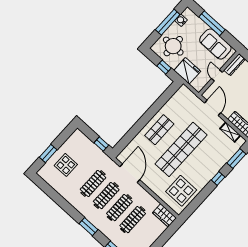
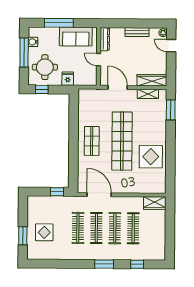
window: (164, 67) -> (42, 89), moved
fridge: (187, 71) -> (68, 79), width x0.53, depth x0.75
window: (218, 178) -> (171, 138), removed
display table: (181, 191) -> (151, 157), moved

